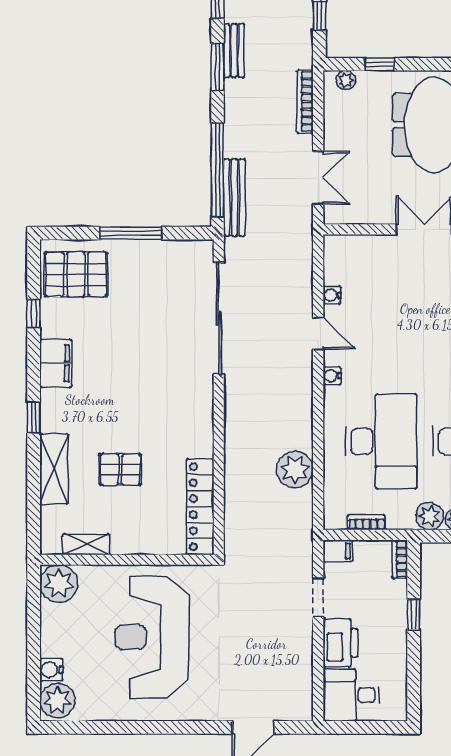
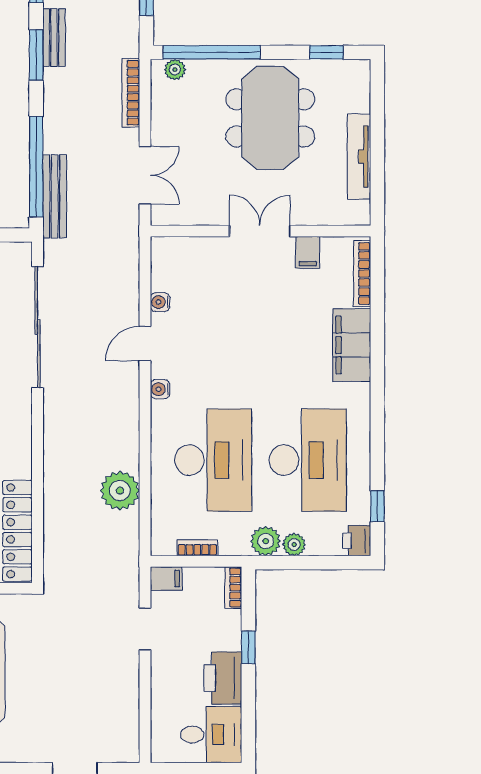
window: (380, 64) -> (212, 52), width x3.17
door: (318, 334) -> (145, 344), swing flipped
printer: (340, 643) -> (223, 678), moved, turned 180
desk: (351, 695) -> (211, 735), moved, turned 180

